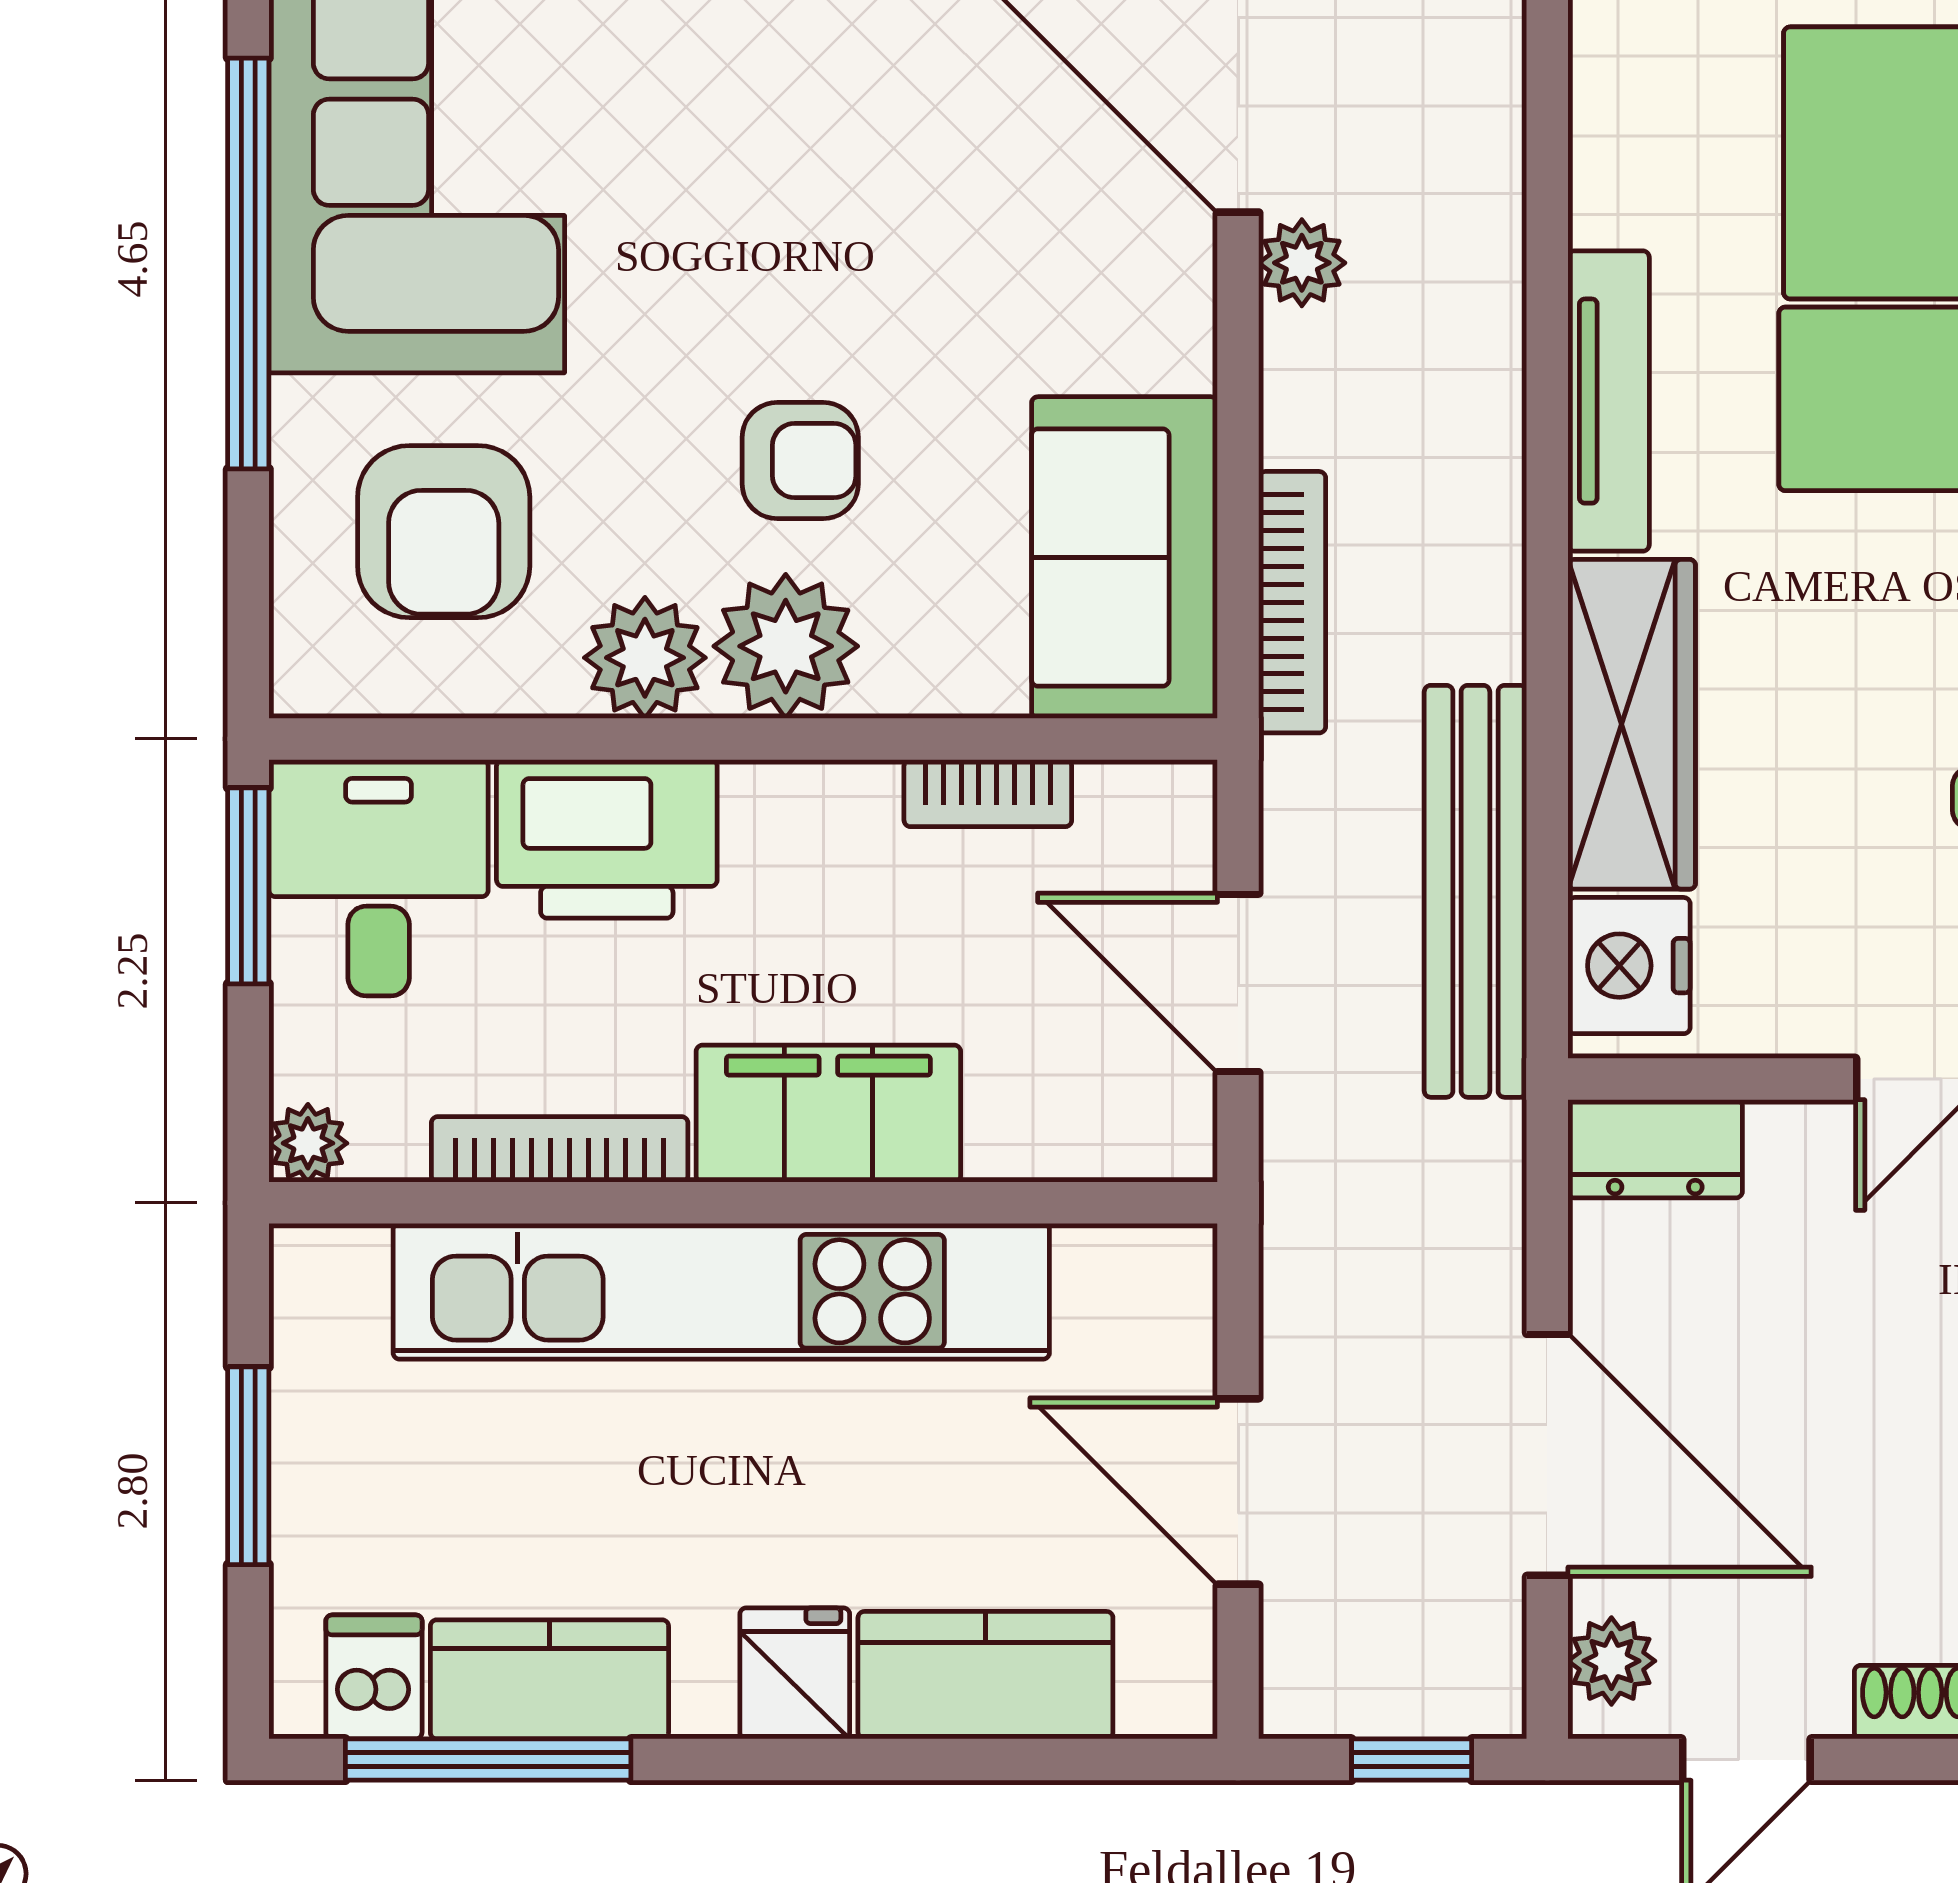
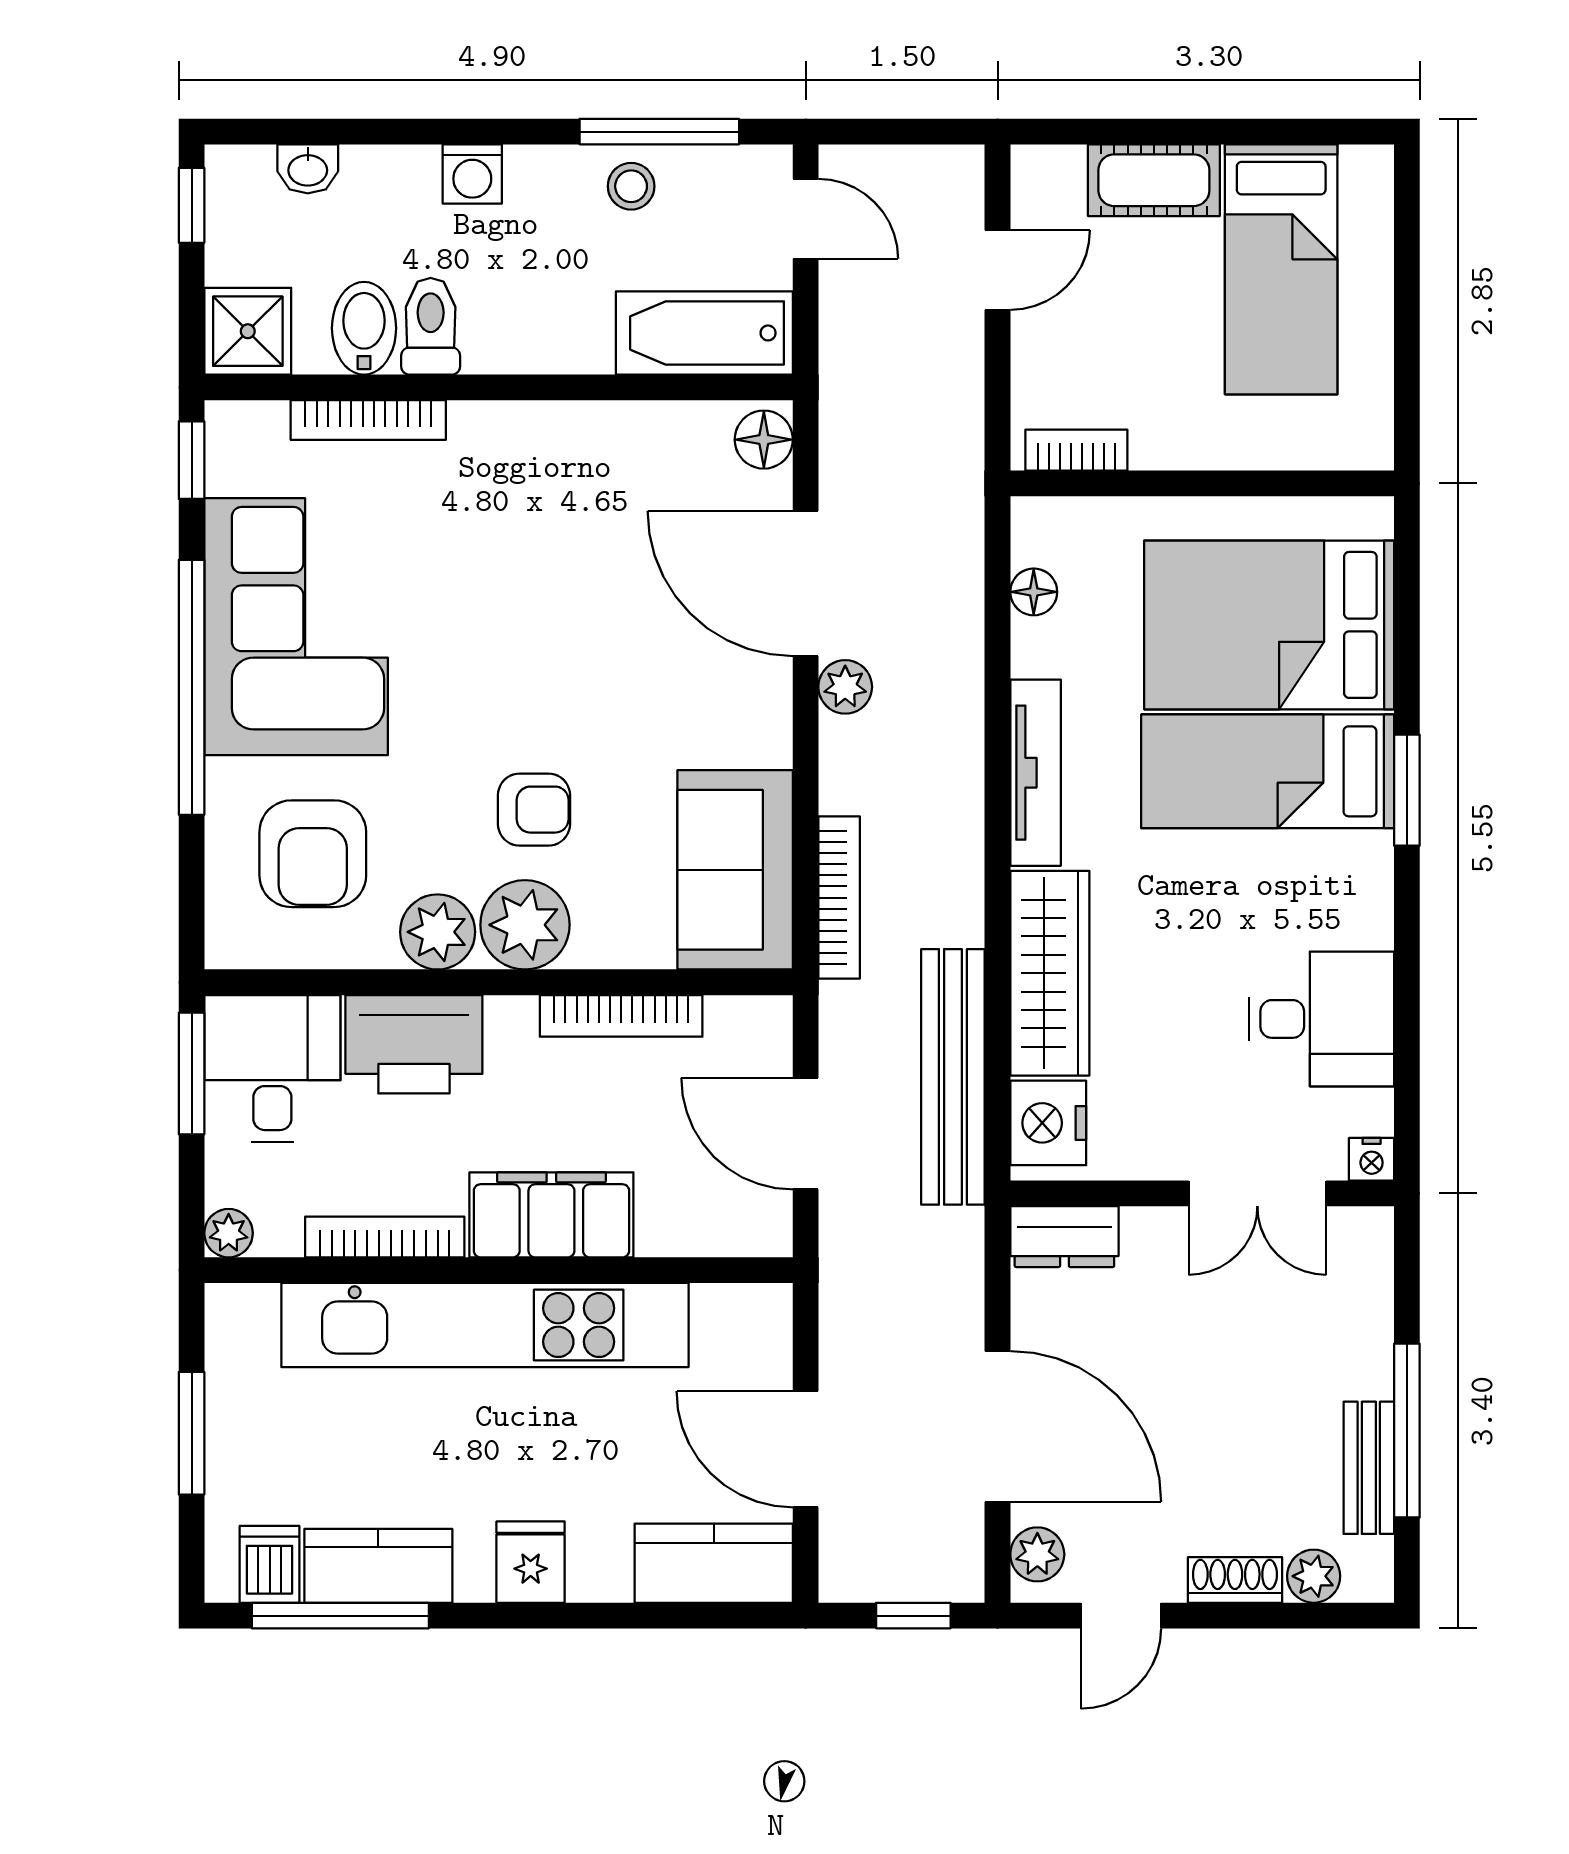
floor lamp: (1606, 110) -> (1034, 592), added
bookcase: (988, 793) -> (621, 1016), width x1.56
kitchen counter: (985, 1675) -> (714, 1563), moved

